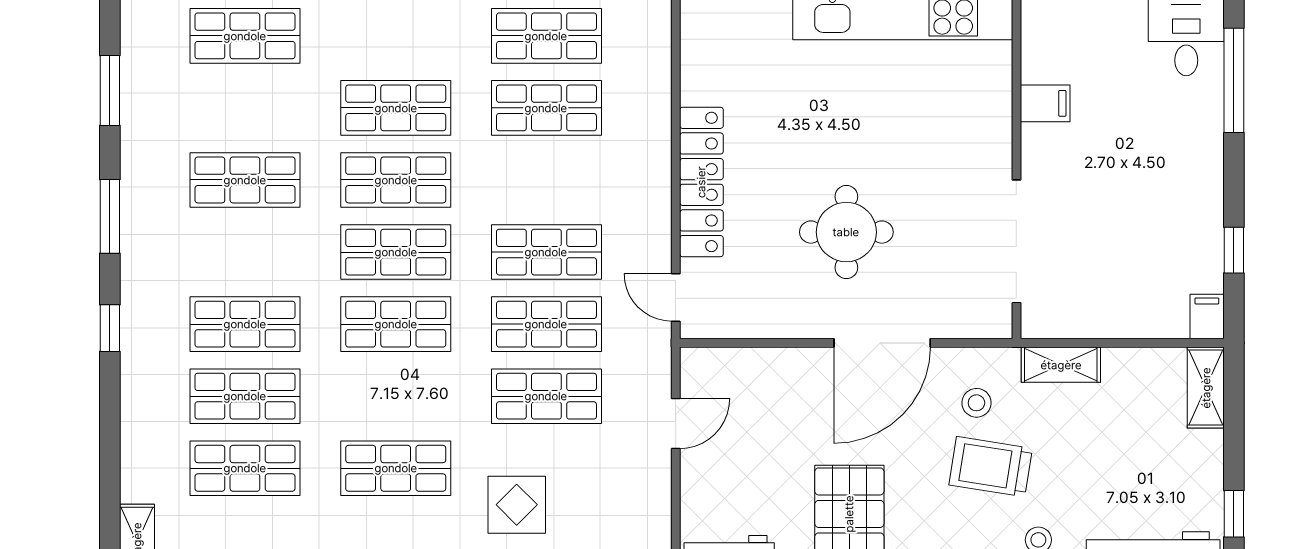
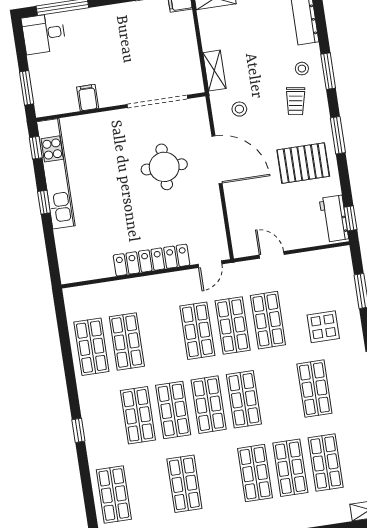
round table: (846, 232) -> (164, 167), moved
trolley: (991, 467) -> (296, 101), moved, width x0.73, depth x0.72

